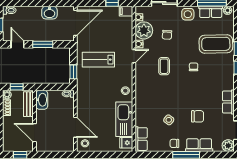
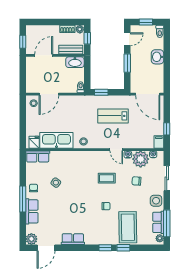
washbasin: (49, 13) -> (158, 57), moved
lab bench: (98, 60) -> (113, 116), turned -90
chair: (198, 116) -> (59, 210), removed

